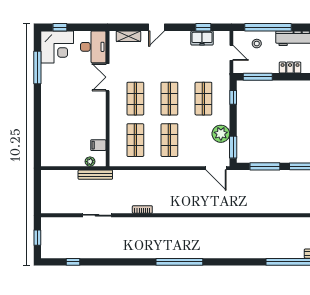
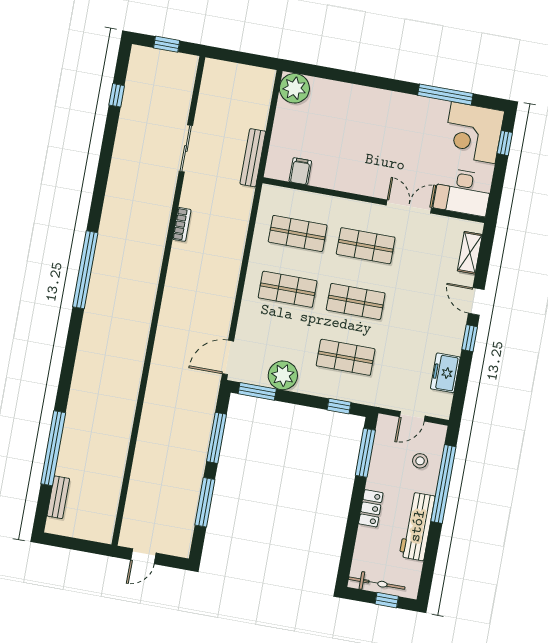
window: (203, 27) -> (470, 338), moved
plant: (90, 162) -> (294, 88), moved, width x1.88, depth x1.88

